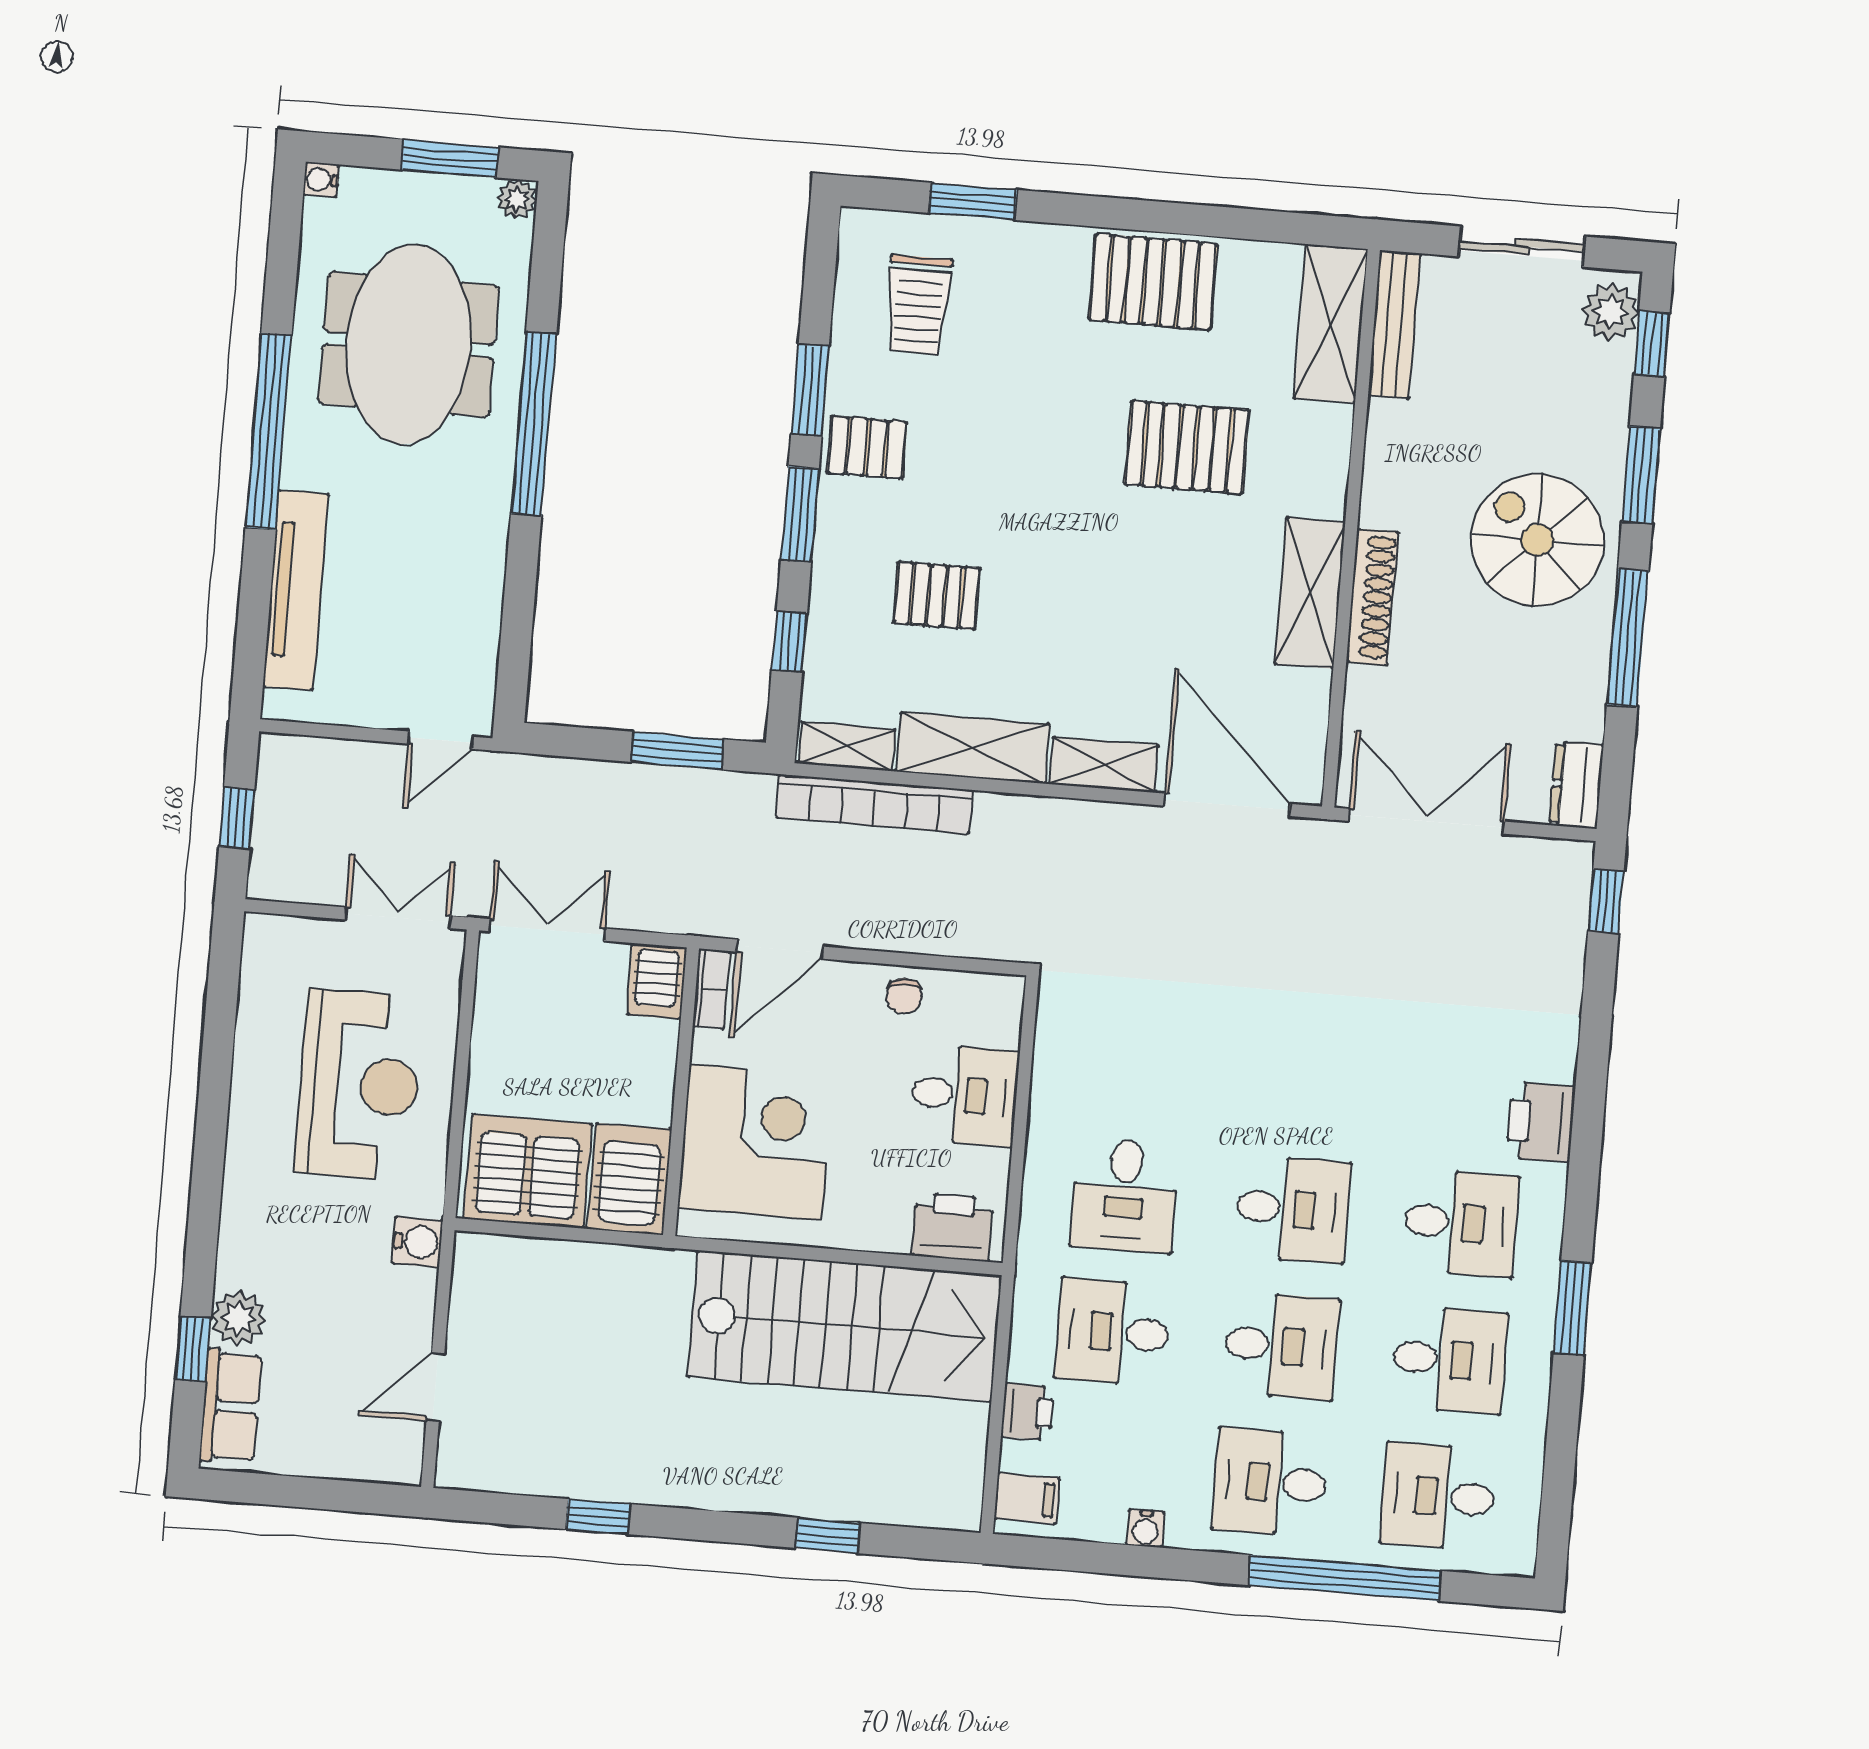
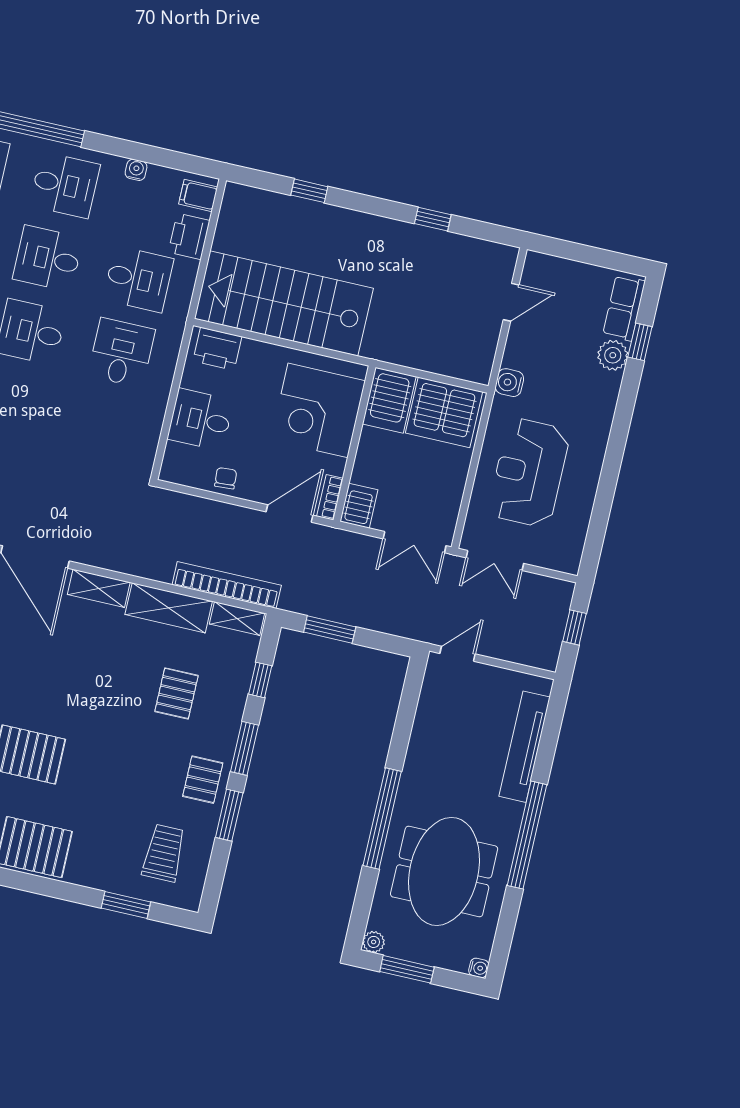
pallet: (867, 447) -> (203, 780), turned 90
pallet: (937, 596) -> (176, 693), turned 90
printer: (1027, 1412) -> (189, 236), width x1.36, depth x1.24

